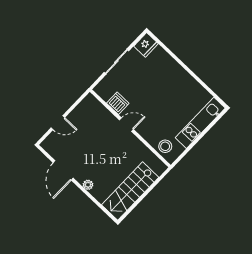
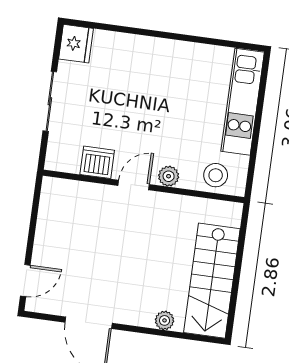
door: (58, 123) -> (25, 281), moved
plant: (144, 132) -> (169, 176), added
plant: (88, 185) -> (165, 320), moved

